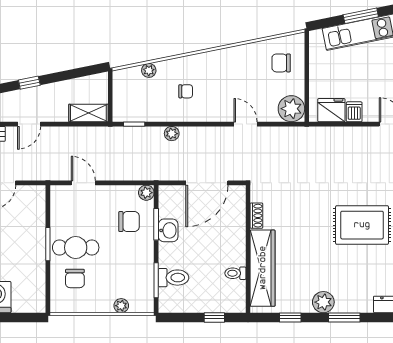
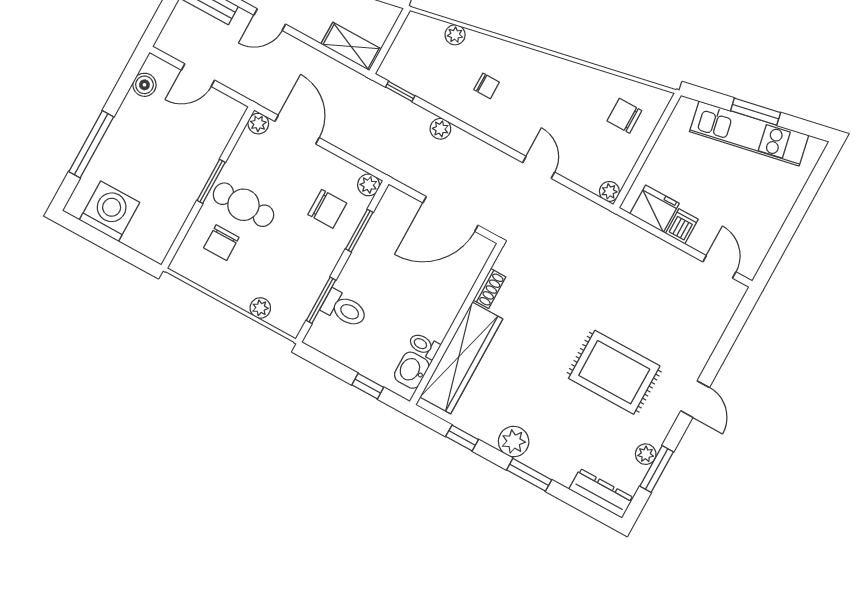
plant: (291, 109) -> (609, 191), width x0.53, depth x0.53
door: (83, 183) -> (297, 130), width x1.38
plant: (57, 192) -> (258, 124), added
washbasin: (168, 230) -> (412, 370), moved, turned 180

